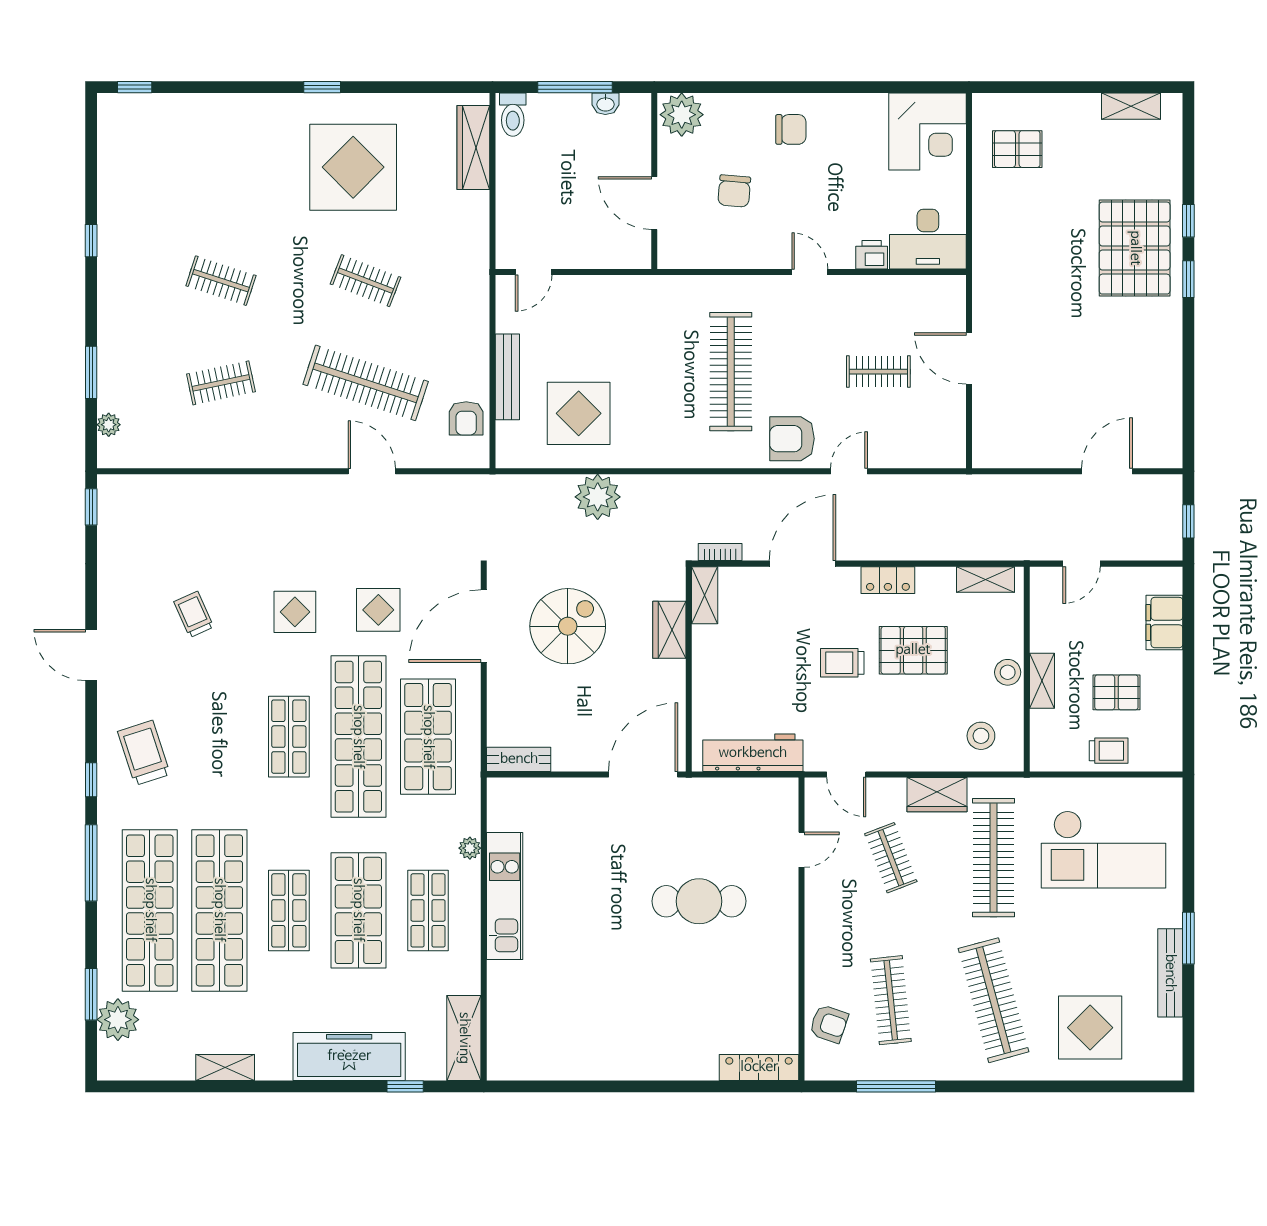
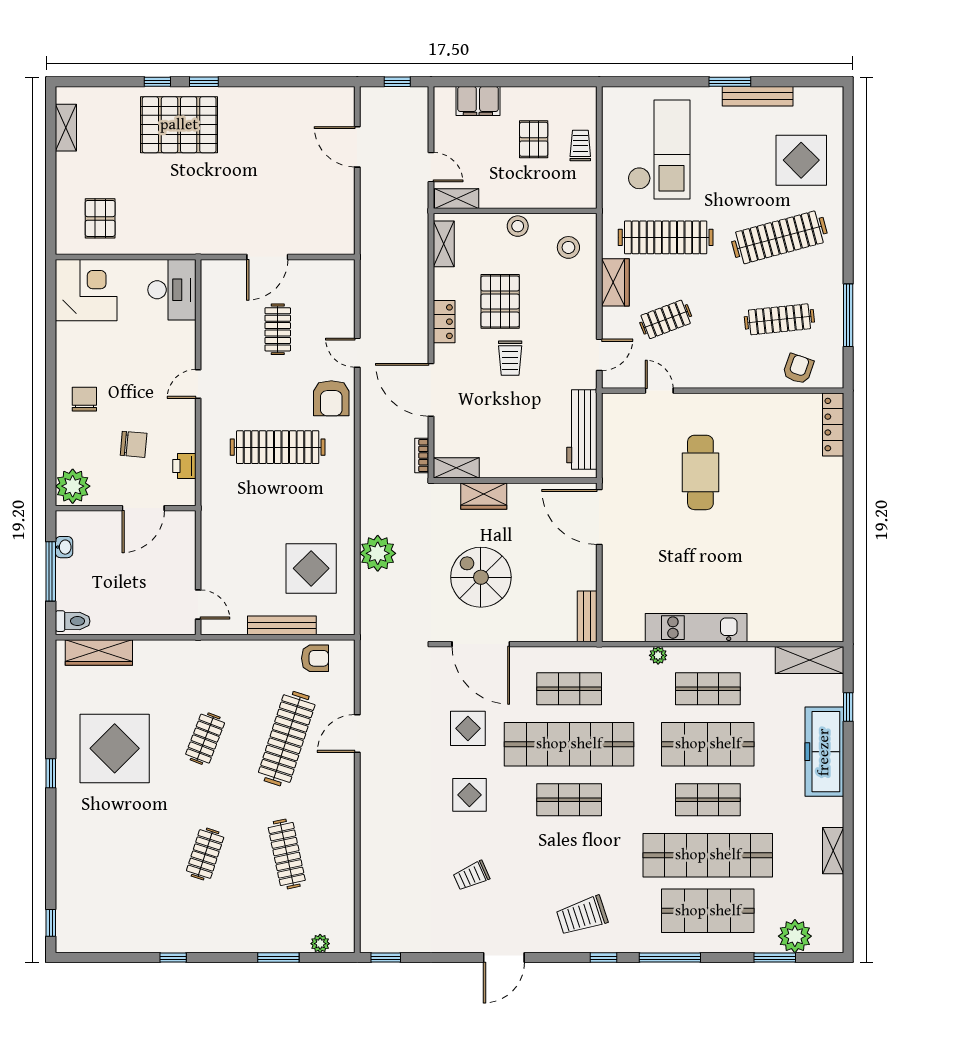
printer: (872, 255) -> (184, 466), moved
clothes rail: (221, 383) -> (287, 854), width x1.36
shelving: (1042, 681) -> (457, 199), moved
shop shelf: (428, 737) -> (569, 689), width x0.70, depth x0.74
shop shelf: (150, 910) -> (708, 911), width x0.71

